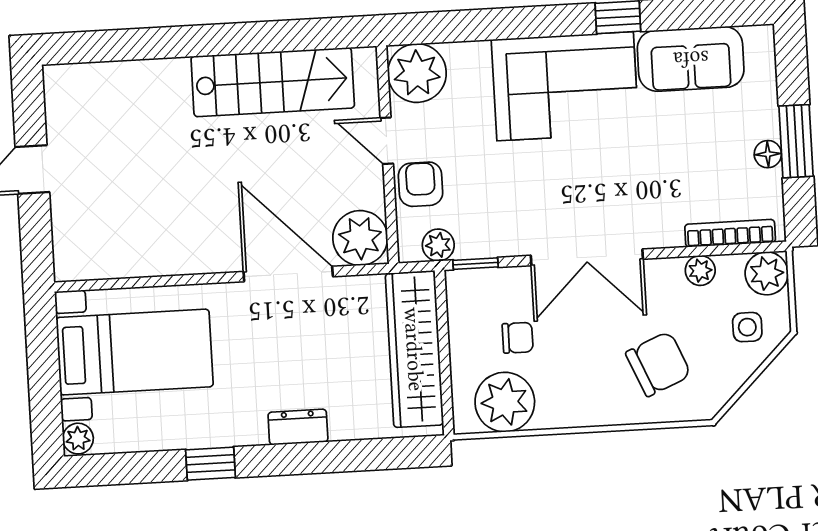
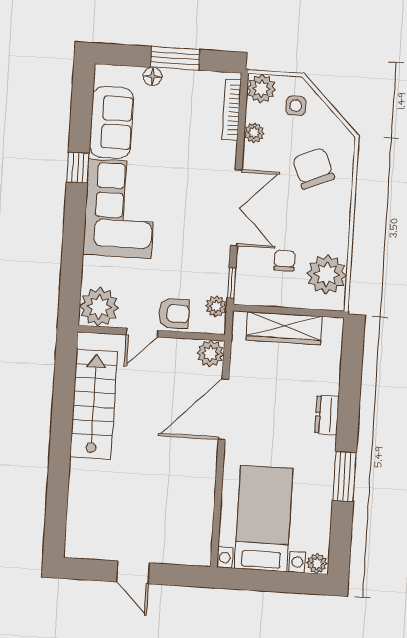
floor lamp: (768, 154) -> (153, 76), moved
armchair: (421, 184) -> (174, 313), turned 180
plant: (360, 238) -> (210, 354), width x0.73, depth x0.73
wardrobe: (414, 349) -> (284, 328), width x0.71, depth x0.85
window: (211, 464) -> (344, 476), width x1.50

